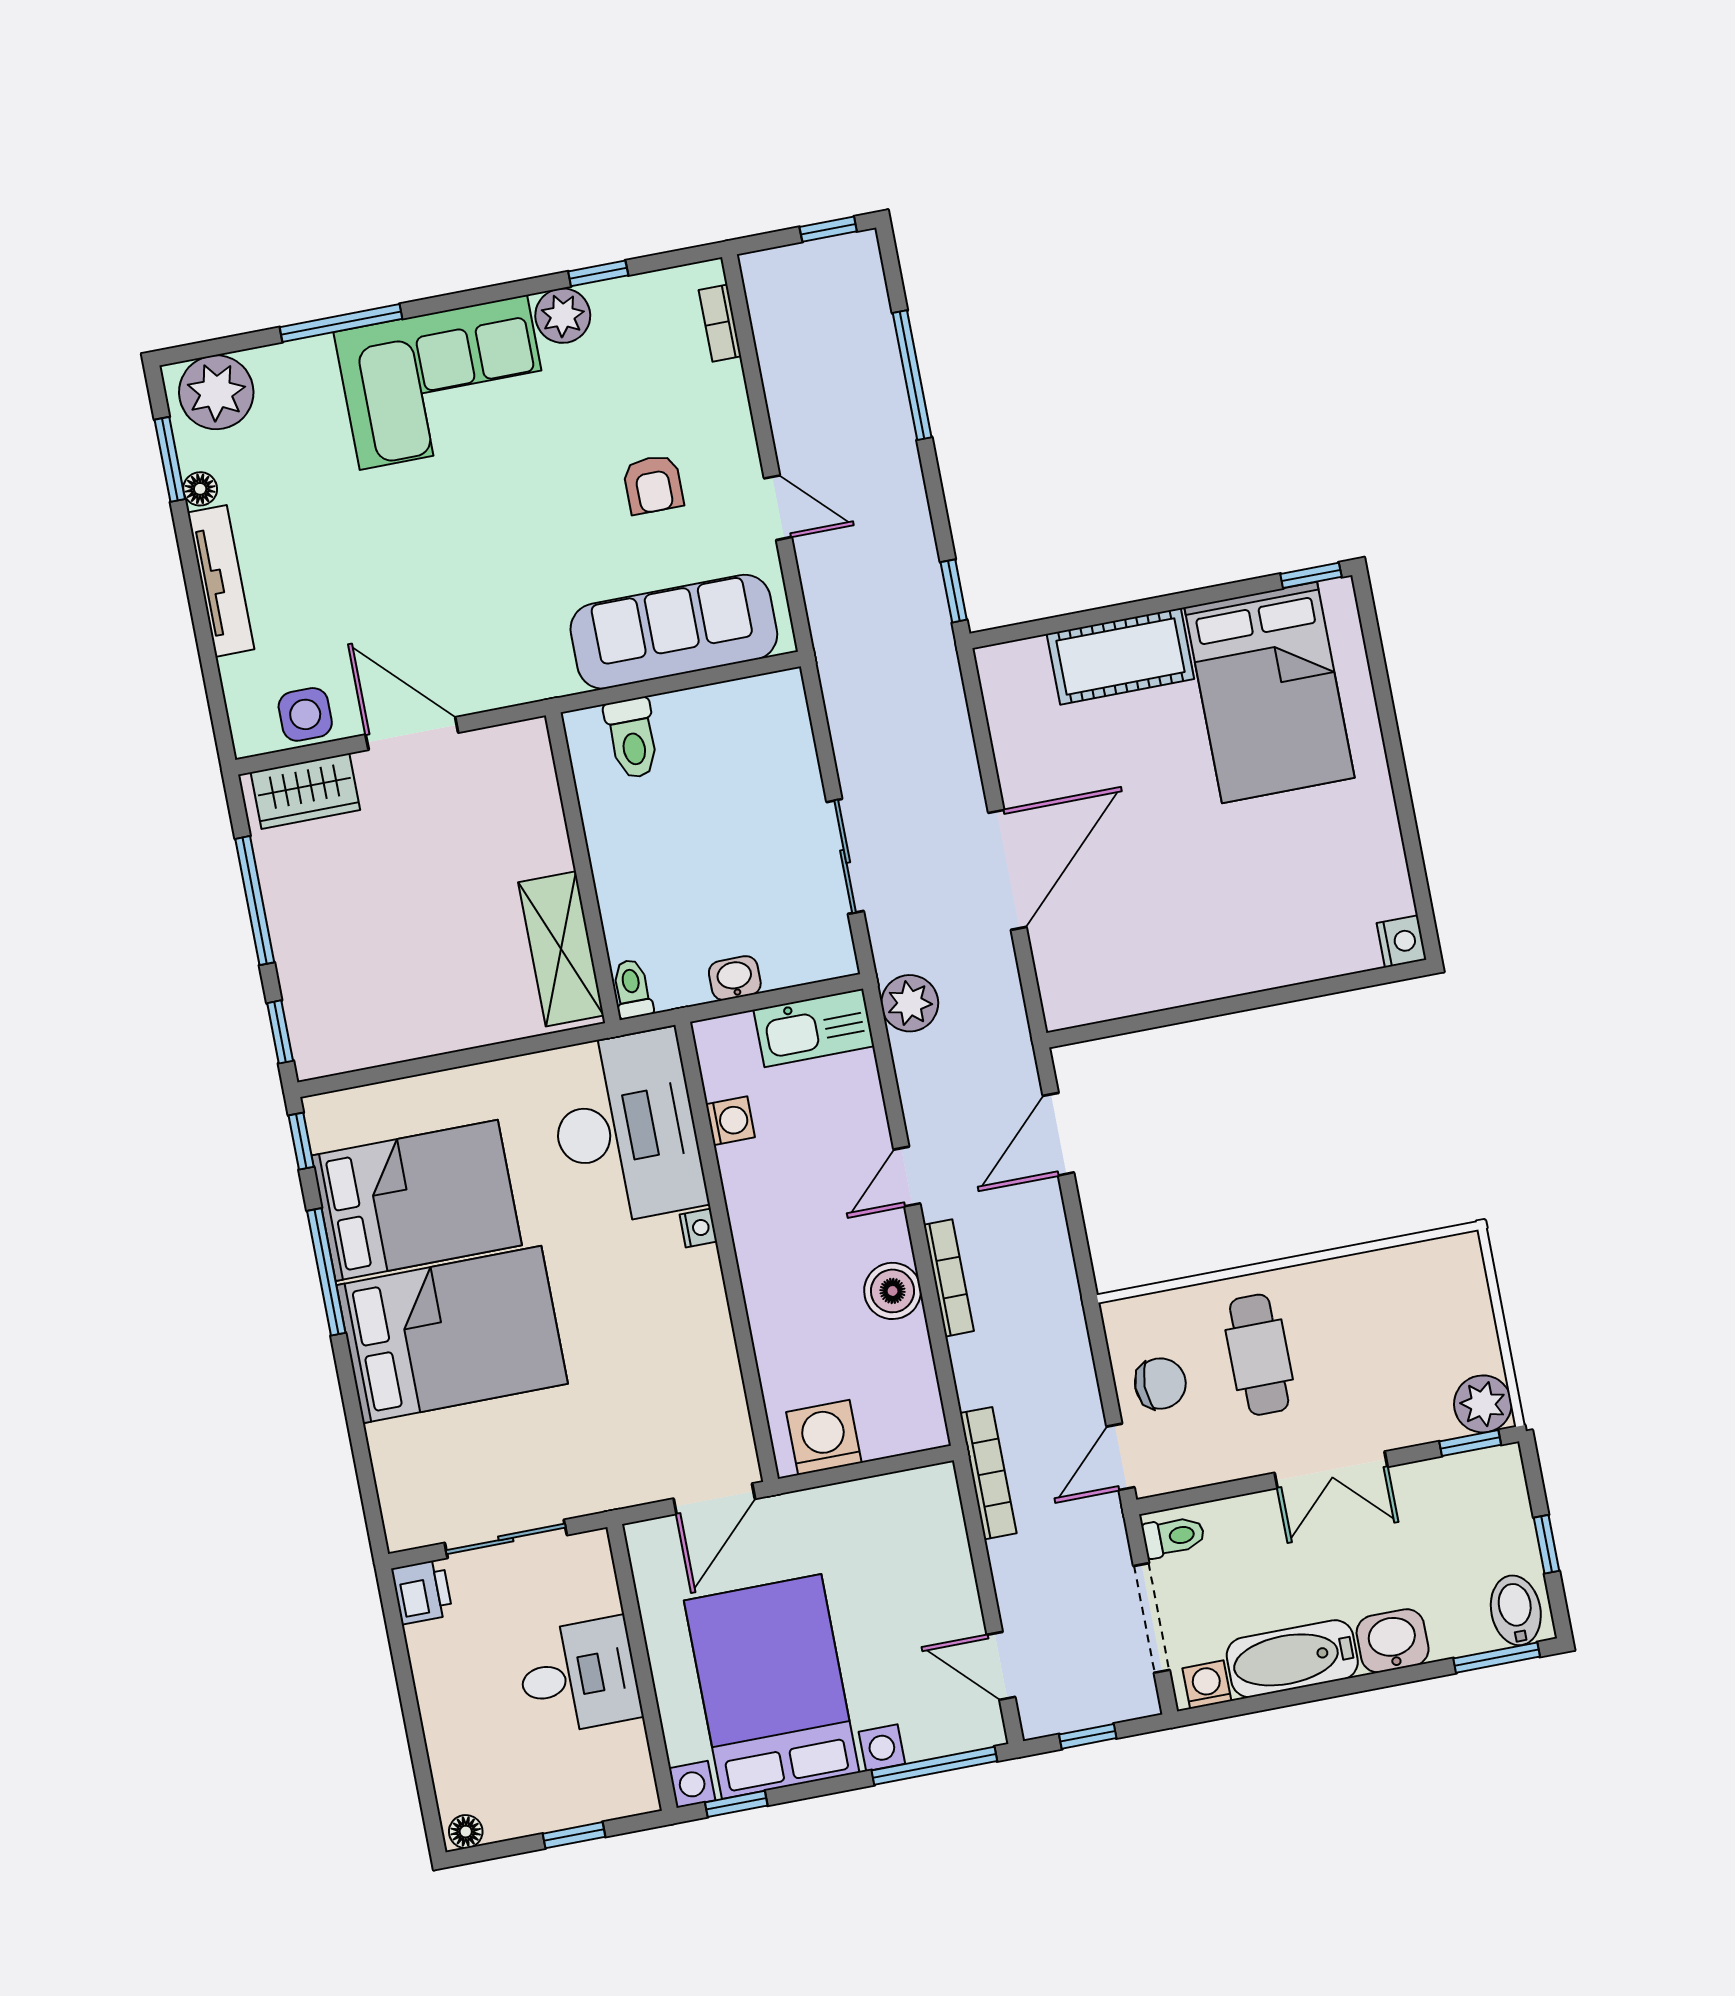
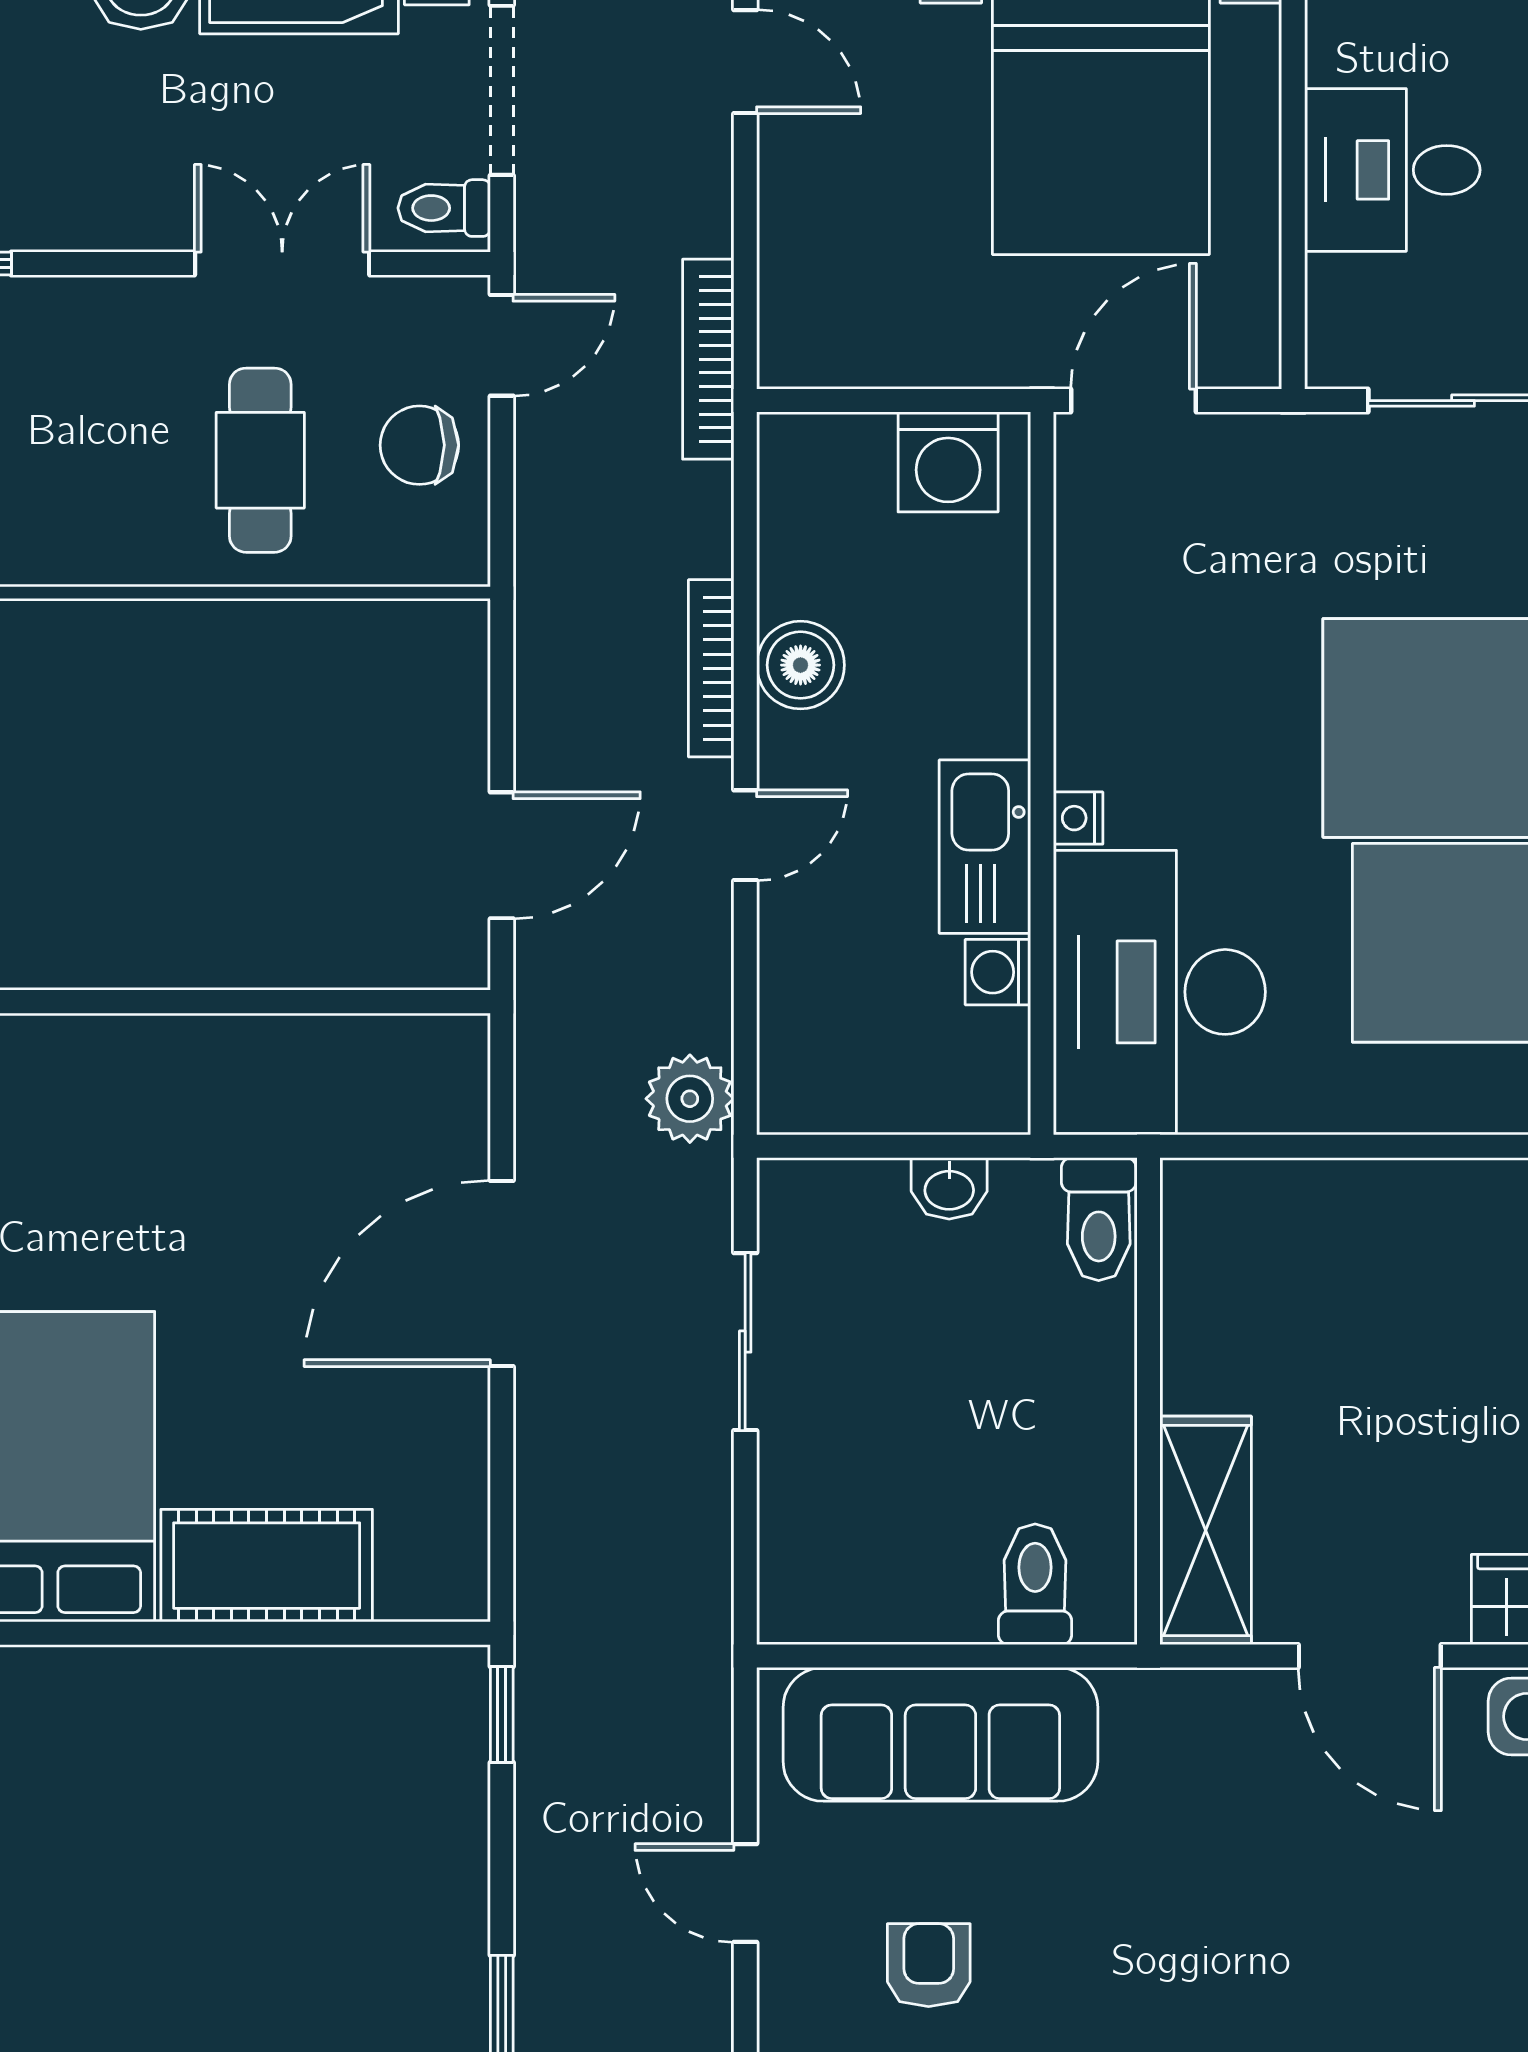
shelving: (561, 949) -> (1206, 1530), moved
toilet: (632, 989) -> (1099, 1219), width x1.37, depth x1.39
kitchen sink: (814, 1028) -> (985, 847), moved, turned -90
double door: (1331, 1470) -> (282, 264), moved

